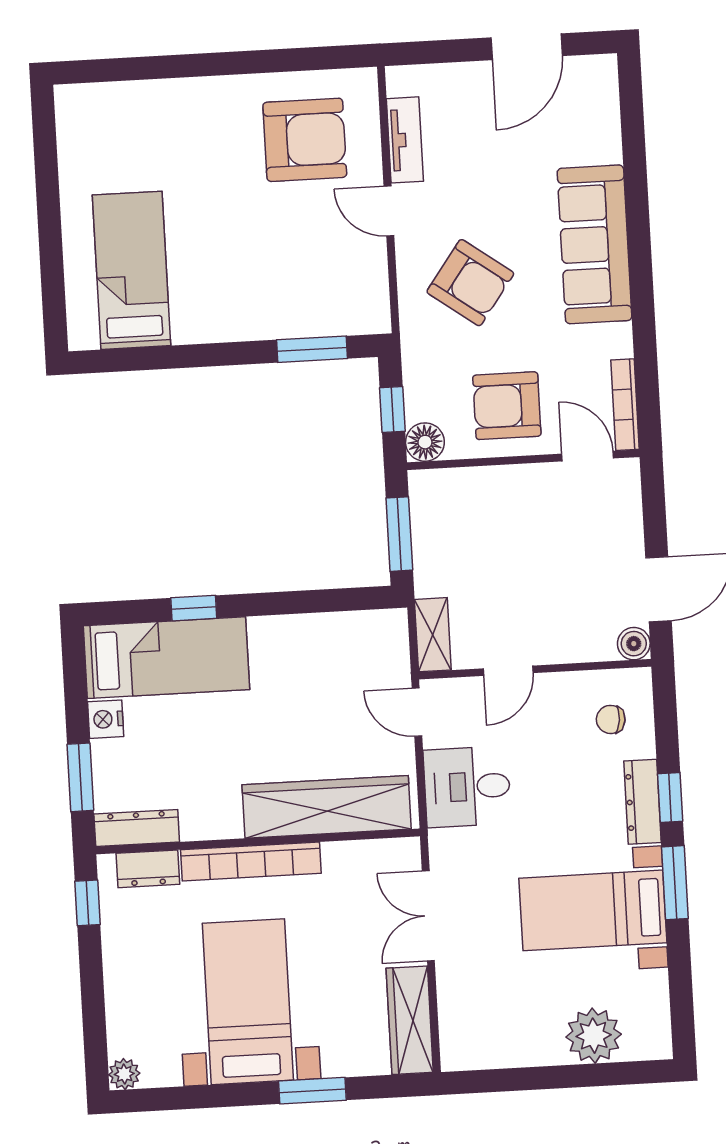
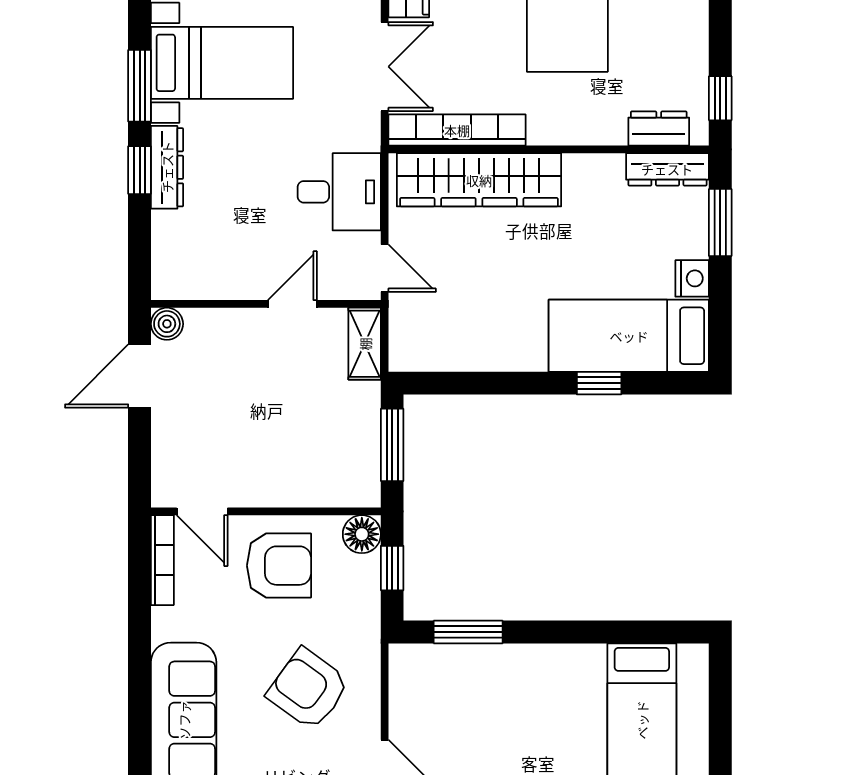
chair: (611, 719) -> (194, 250), removed
bookcase: (251, 861) -> (457, 130), moved

